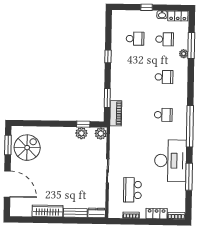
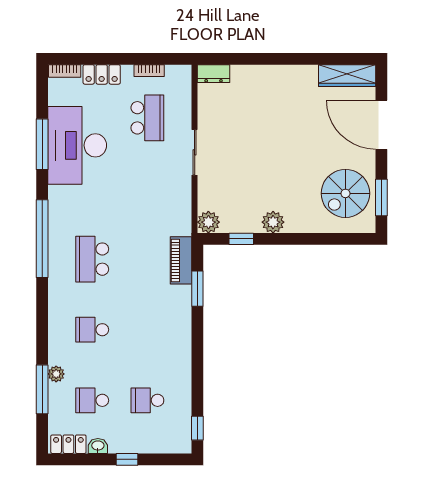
window: (108, 56) -> (197, 428), moved
school desk: (163, 115) -> (92, 259), width x1.85
plant: (81, 133) -> (273, 222), moved
desk: (171, 161) -> (77, 145), moved
wardrobe: (48, 211) -> (347, 76), moved
bench: (75, 213) -> (253, 73), removed

